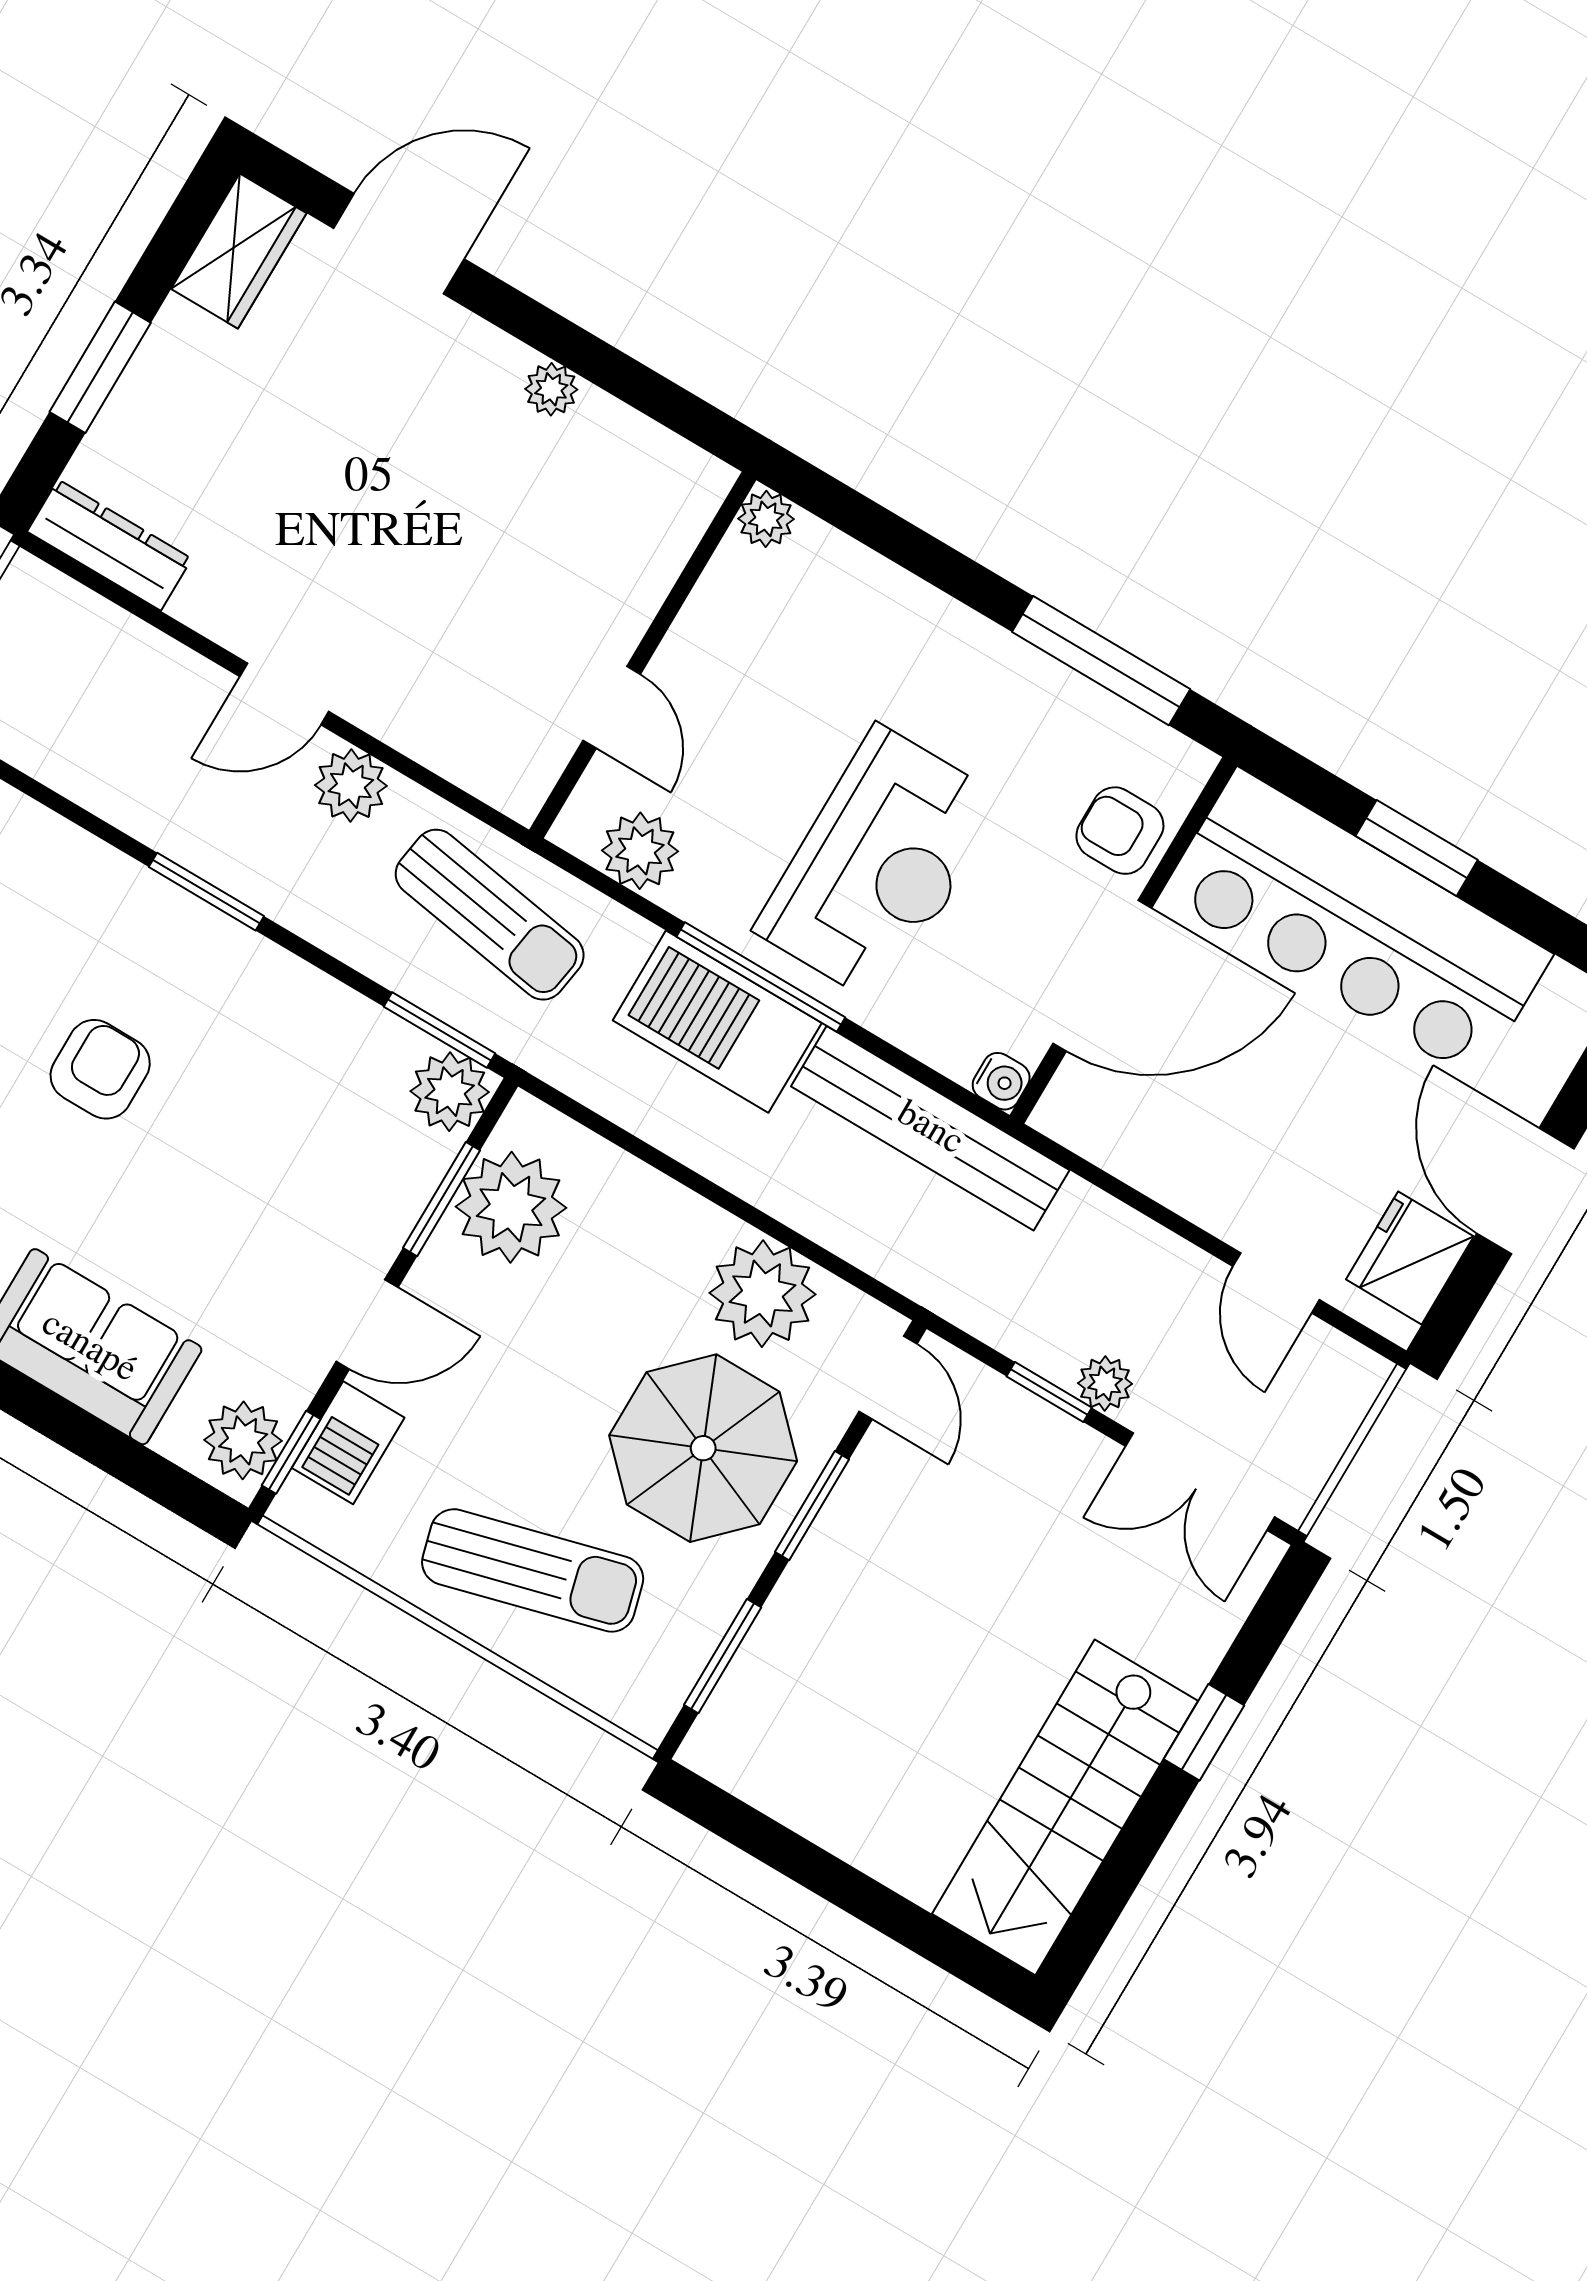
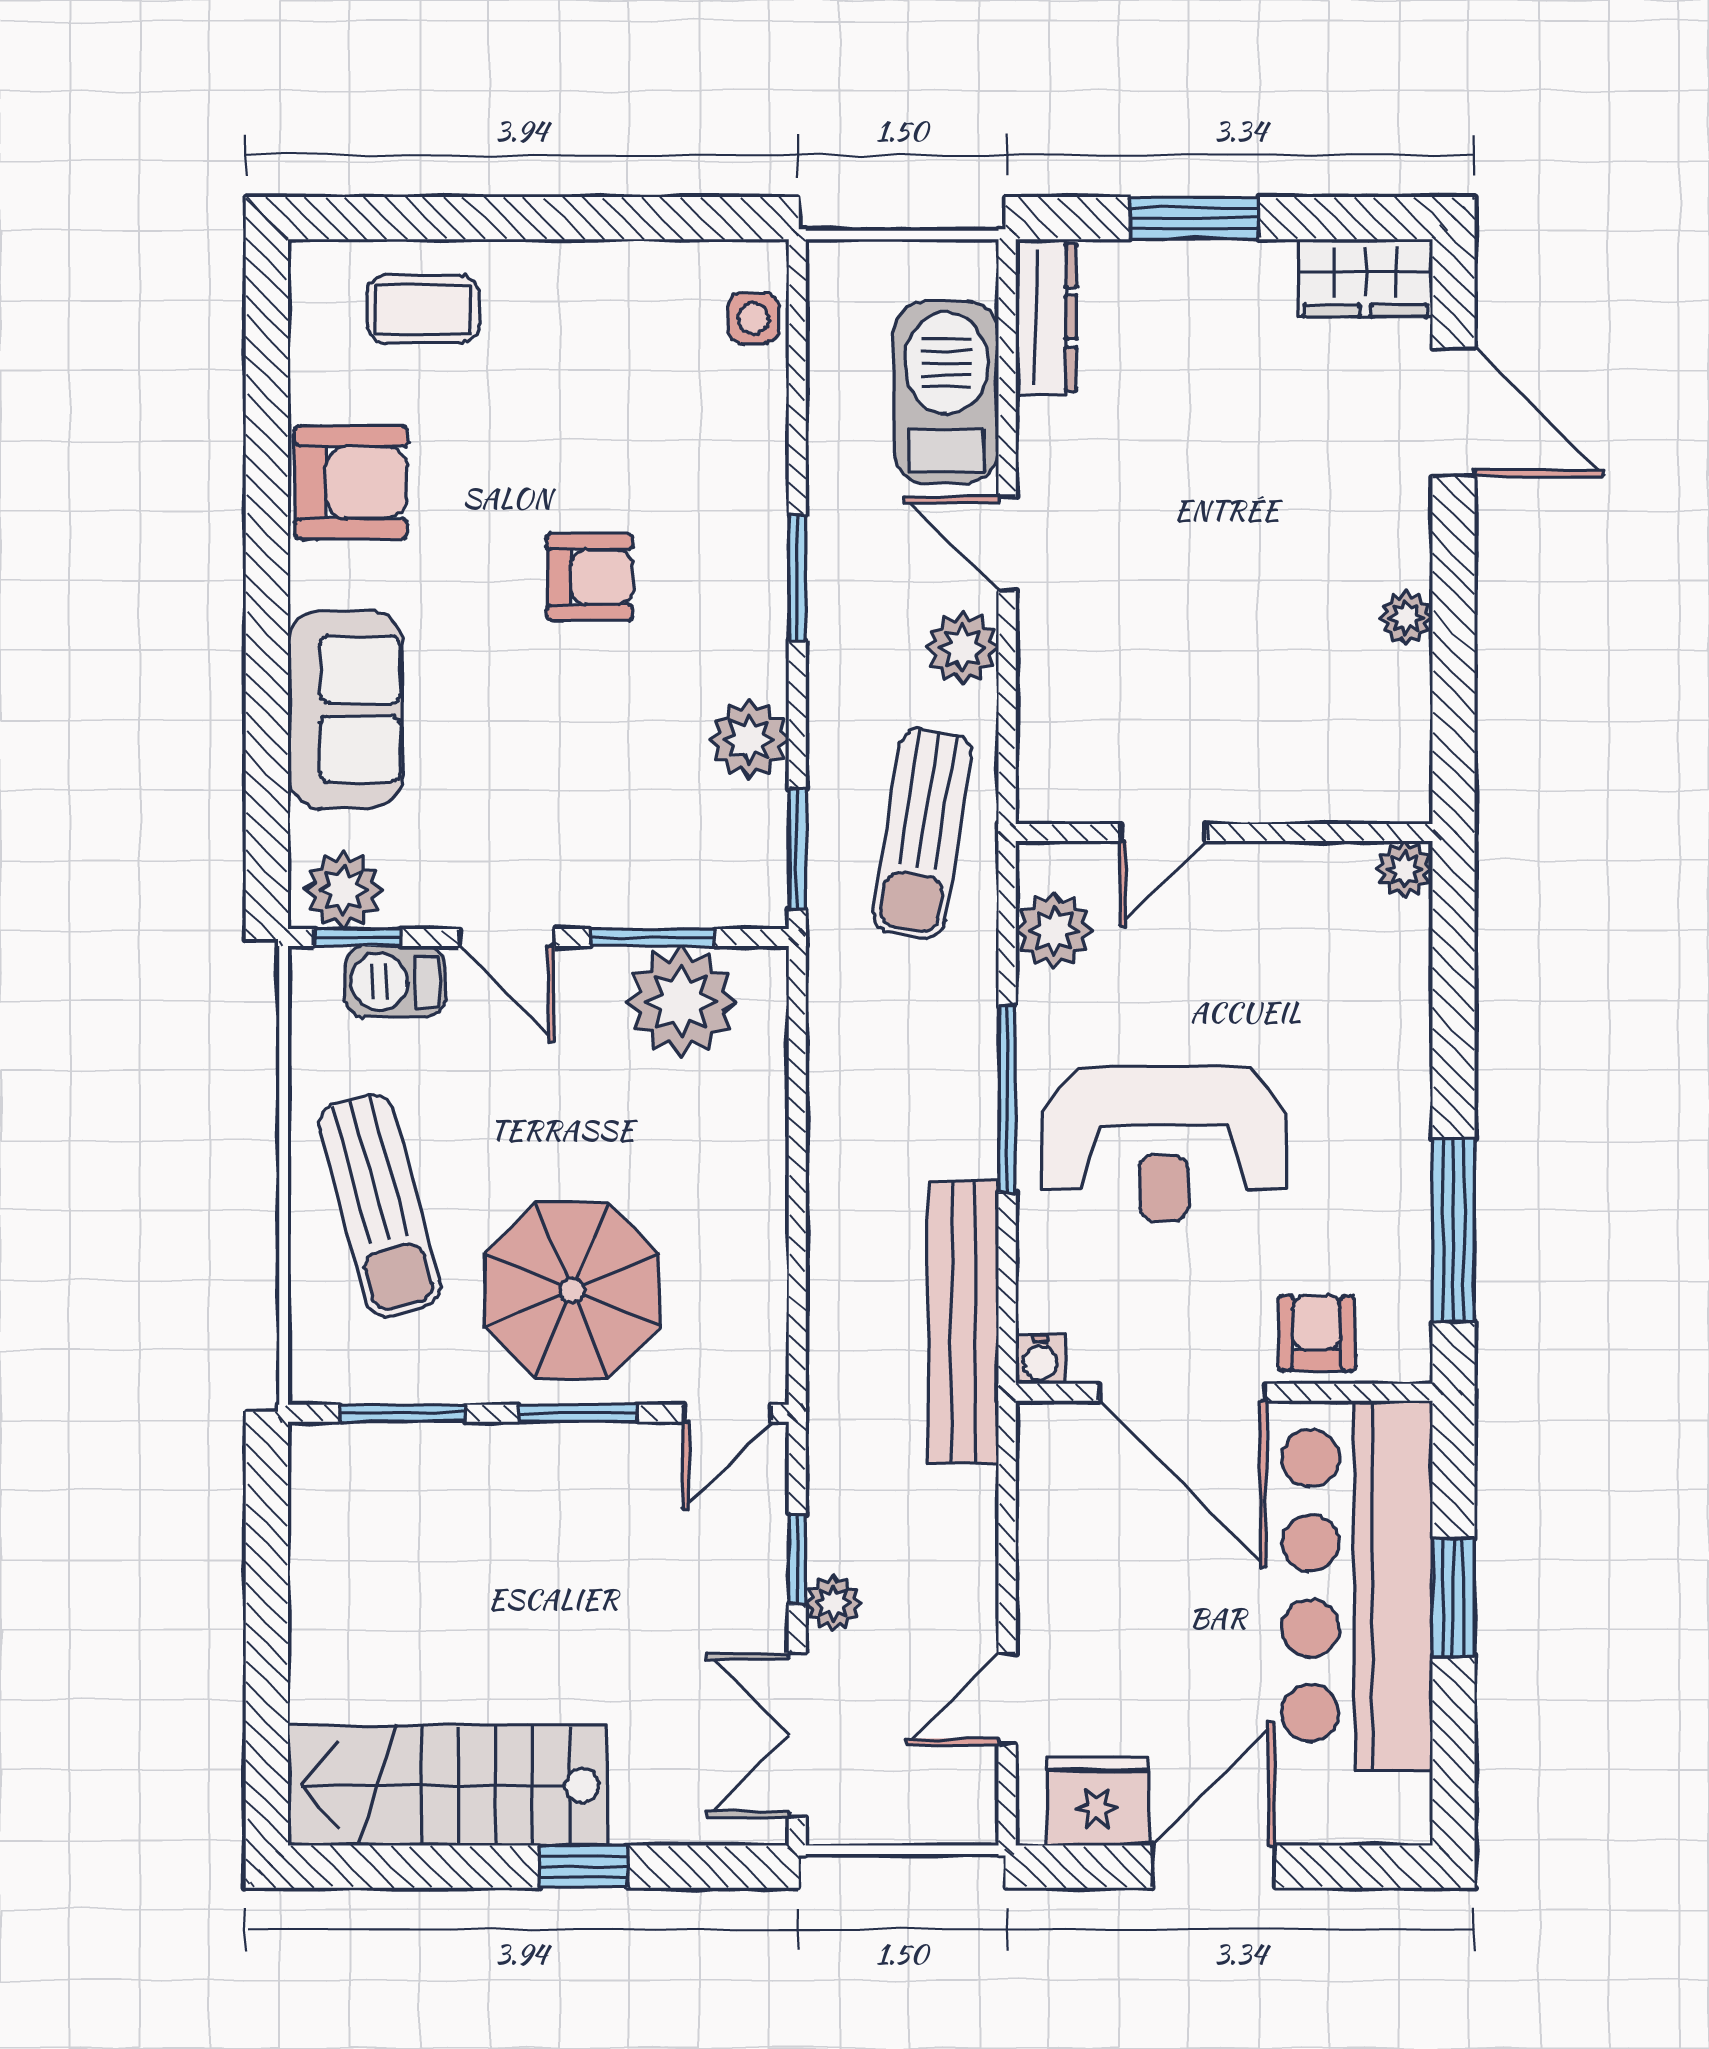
barbecue: (717, 1022) -> (946, 392), moved
plant: (450, 1092) -> (749, 739), moved
plant: (762, 1294) -> (735, 1262), removed

